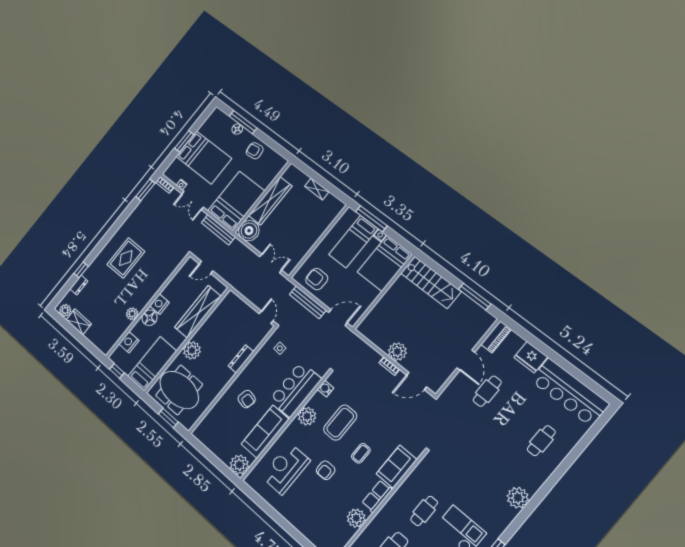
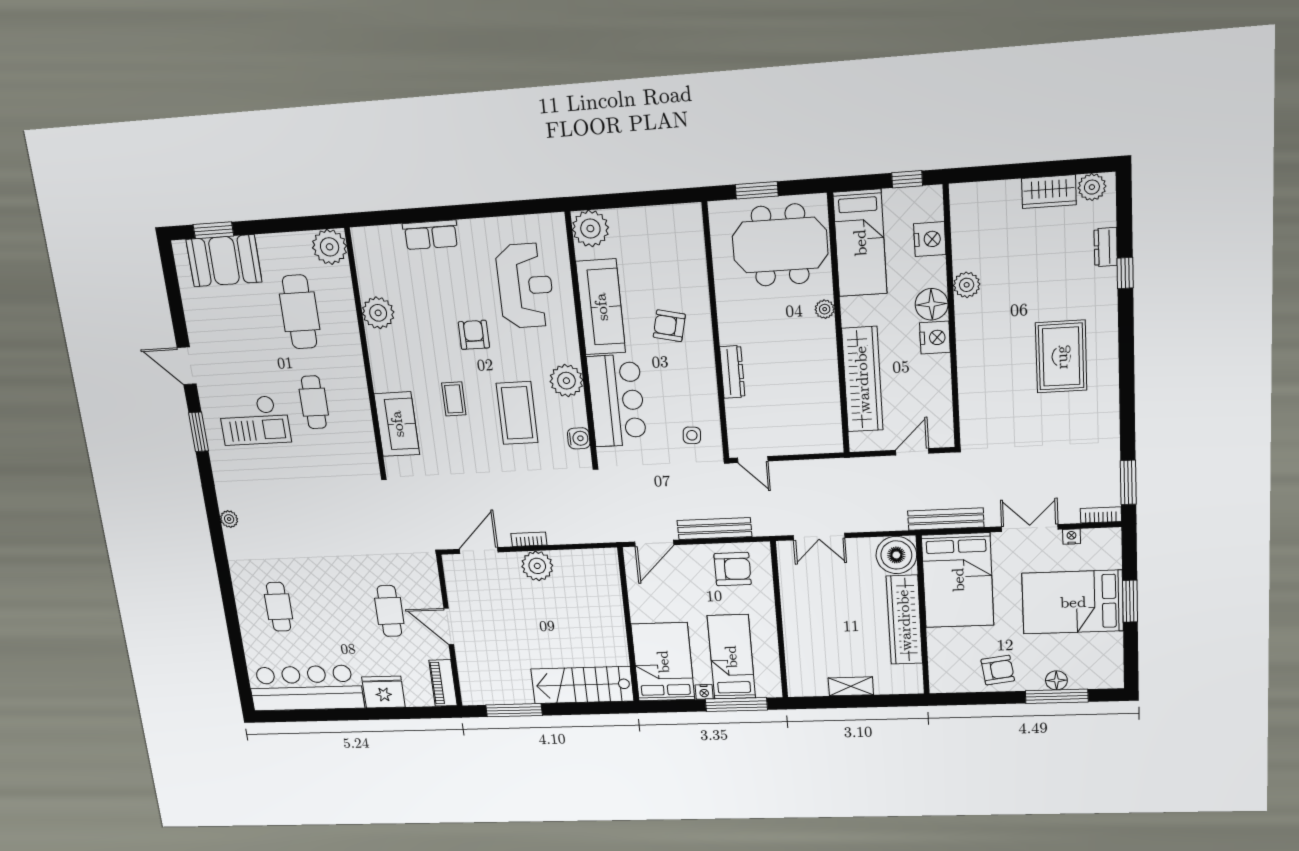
plant: (192, 350) -> (825, 309), width x0.53, depth x0.53
row of seats: (377, 496) -> (431, 235), moved, turned 90
plant: (518, 498) -> (229, 519), width x0.53, depth x0.53

